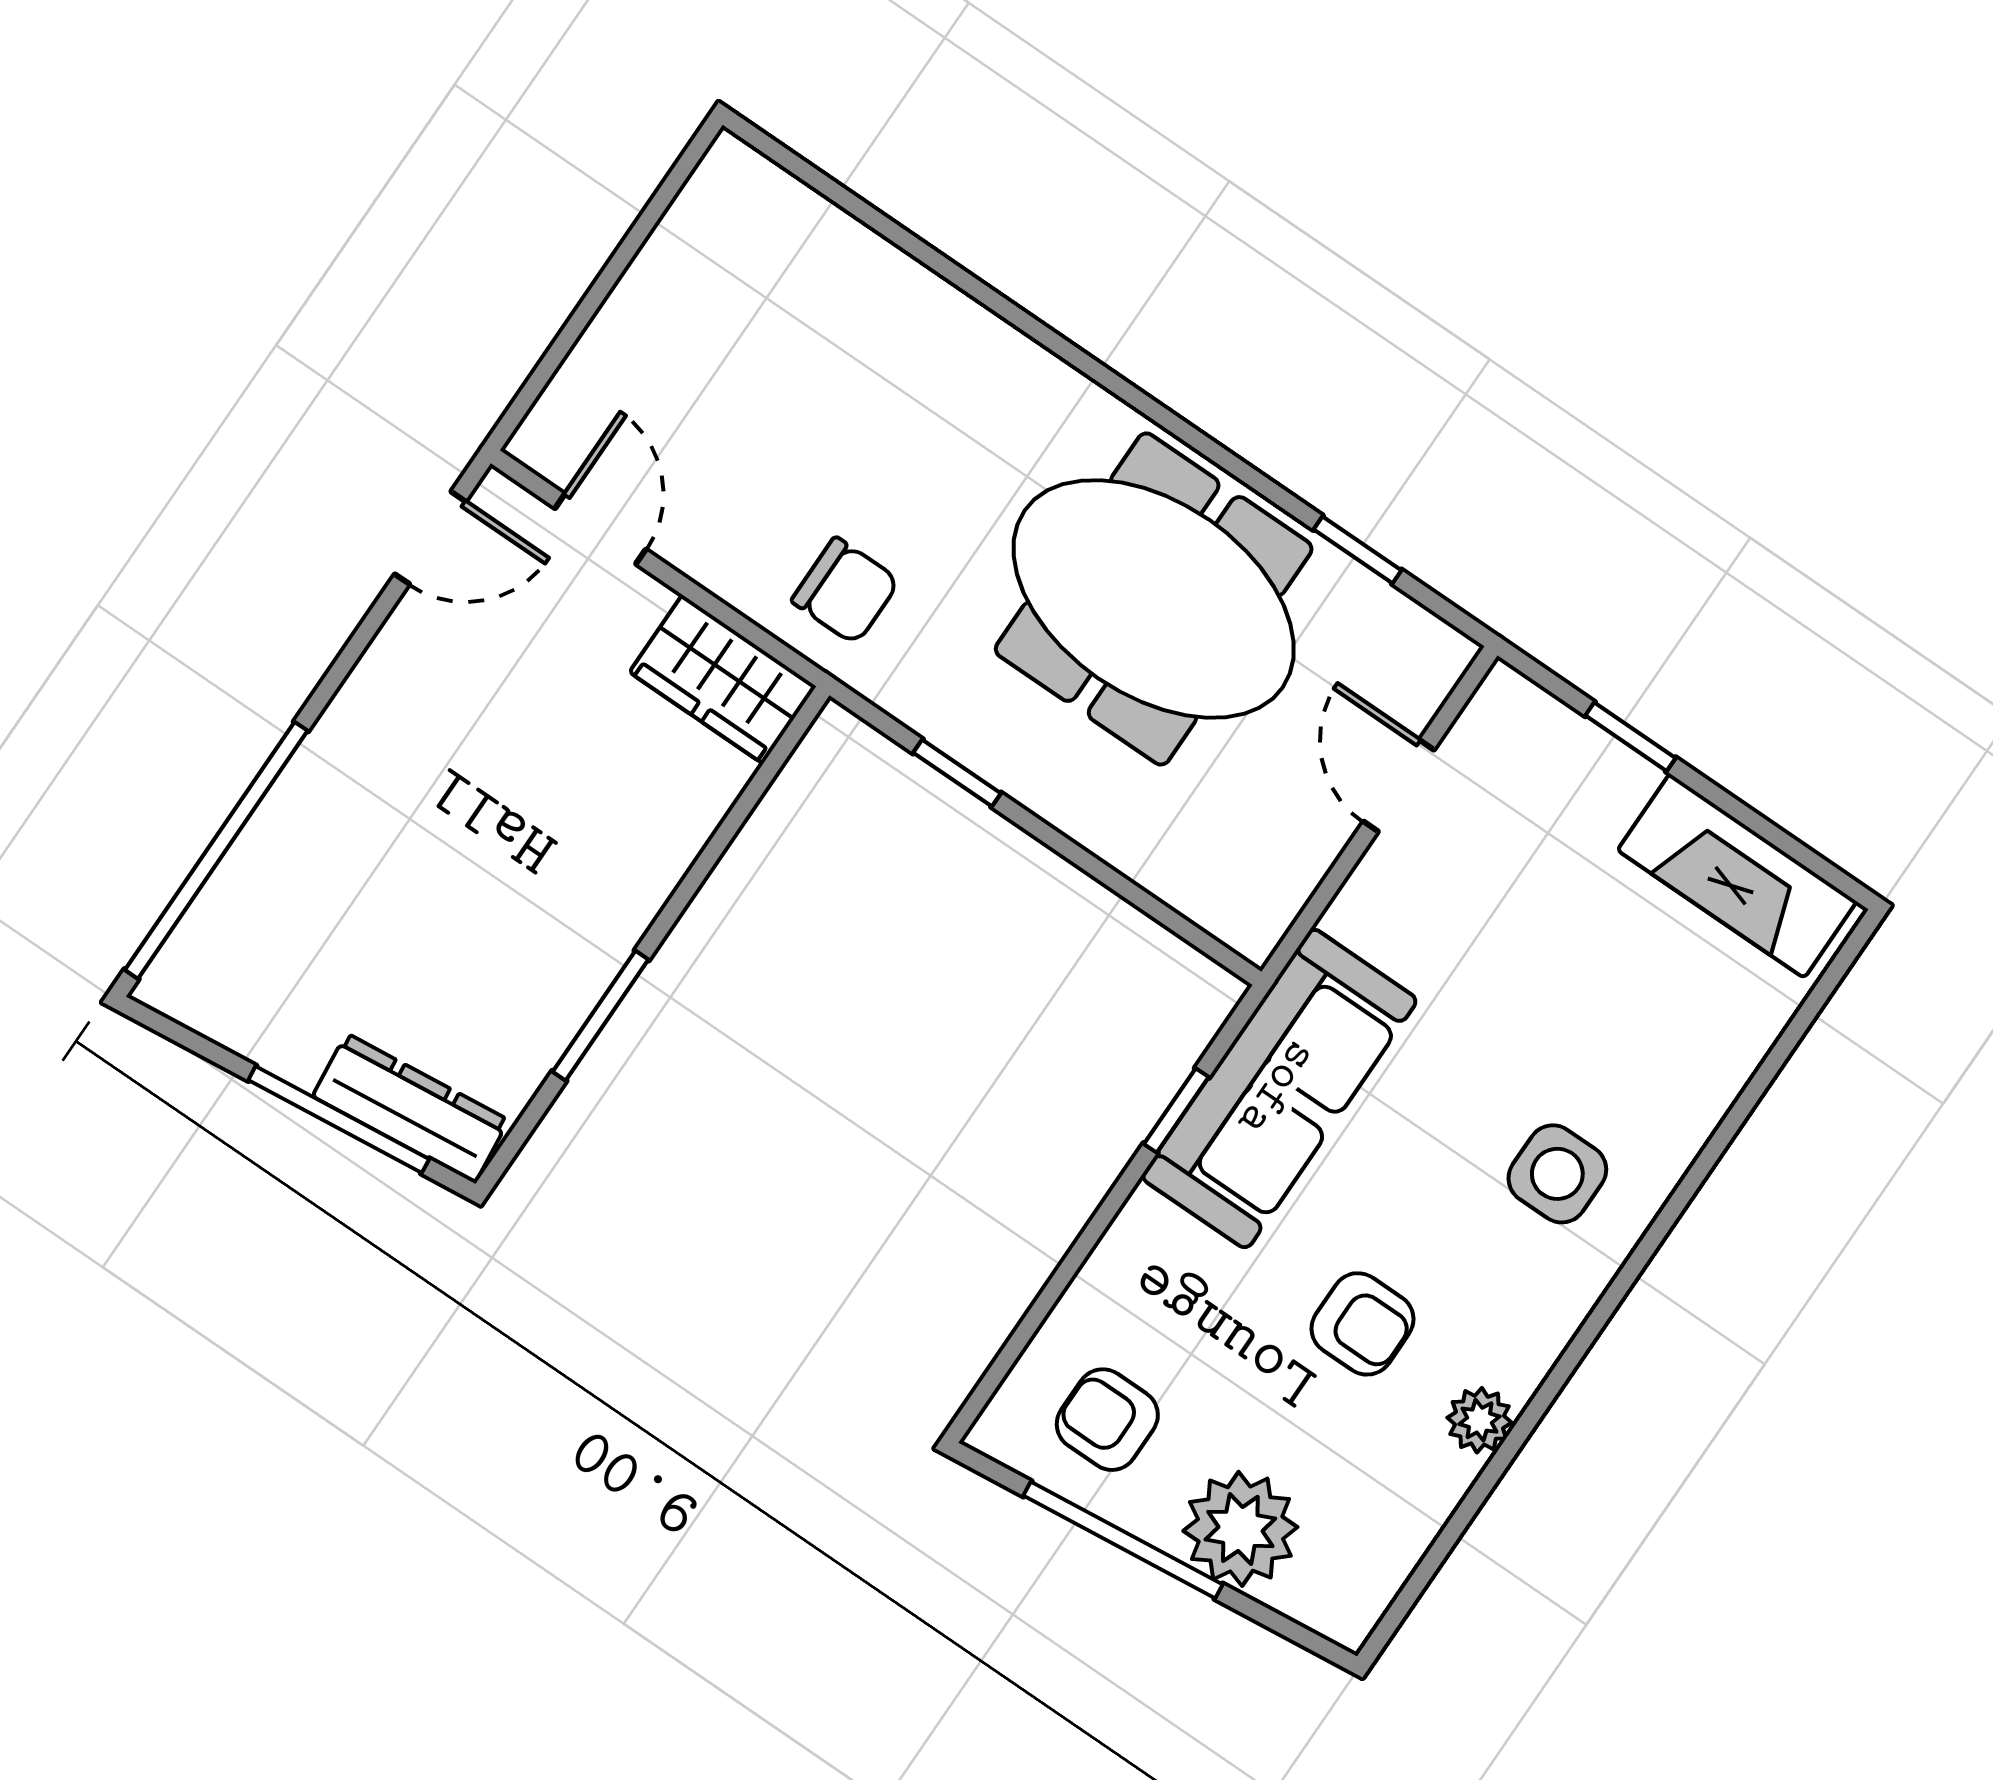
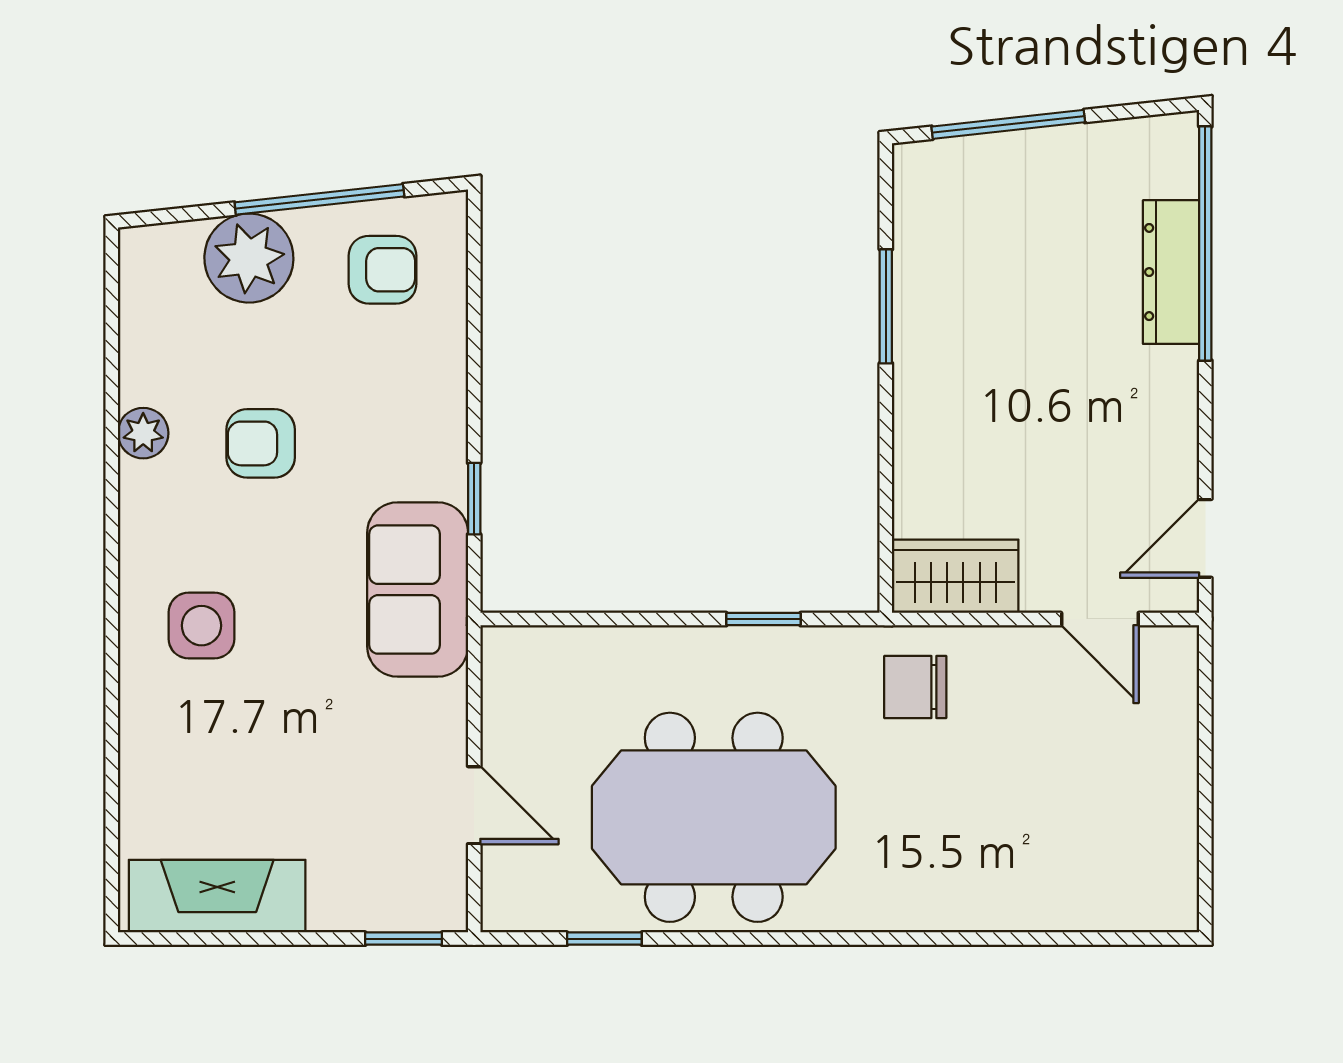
window: (1630, 737) -> (404, 939), moved
sofa: (1279, 1089) -> (418, 590), width x0.73
dresser: (411, 1108) -> (1171, 272), moved, turned 96

